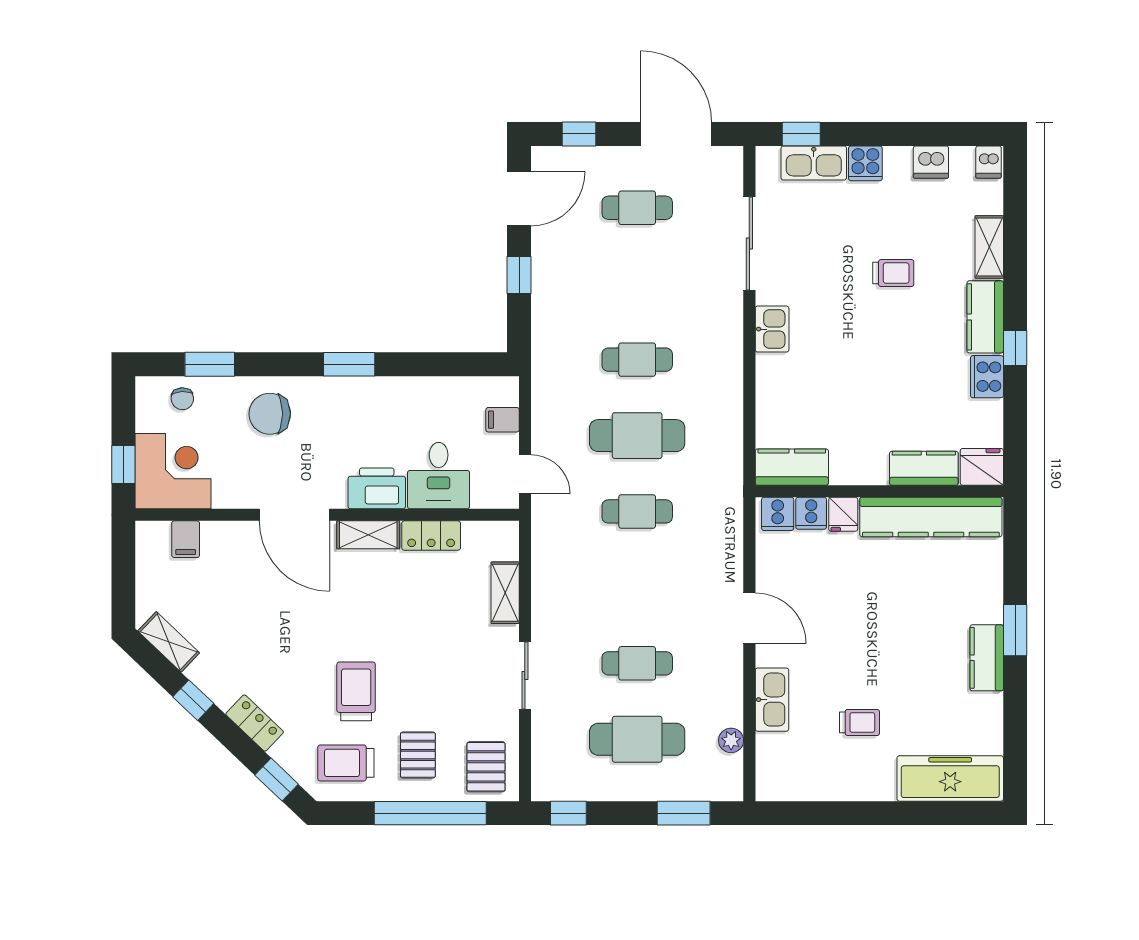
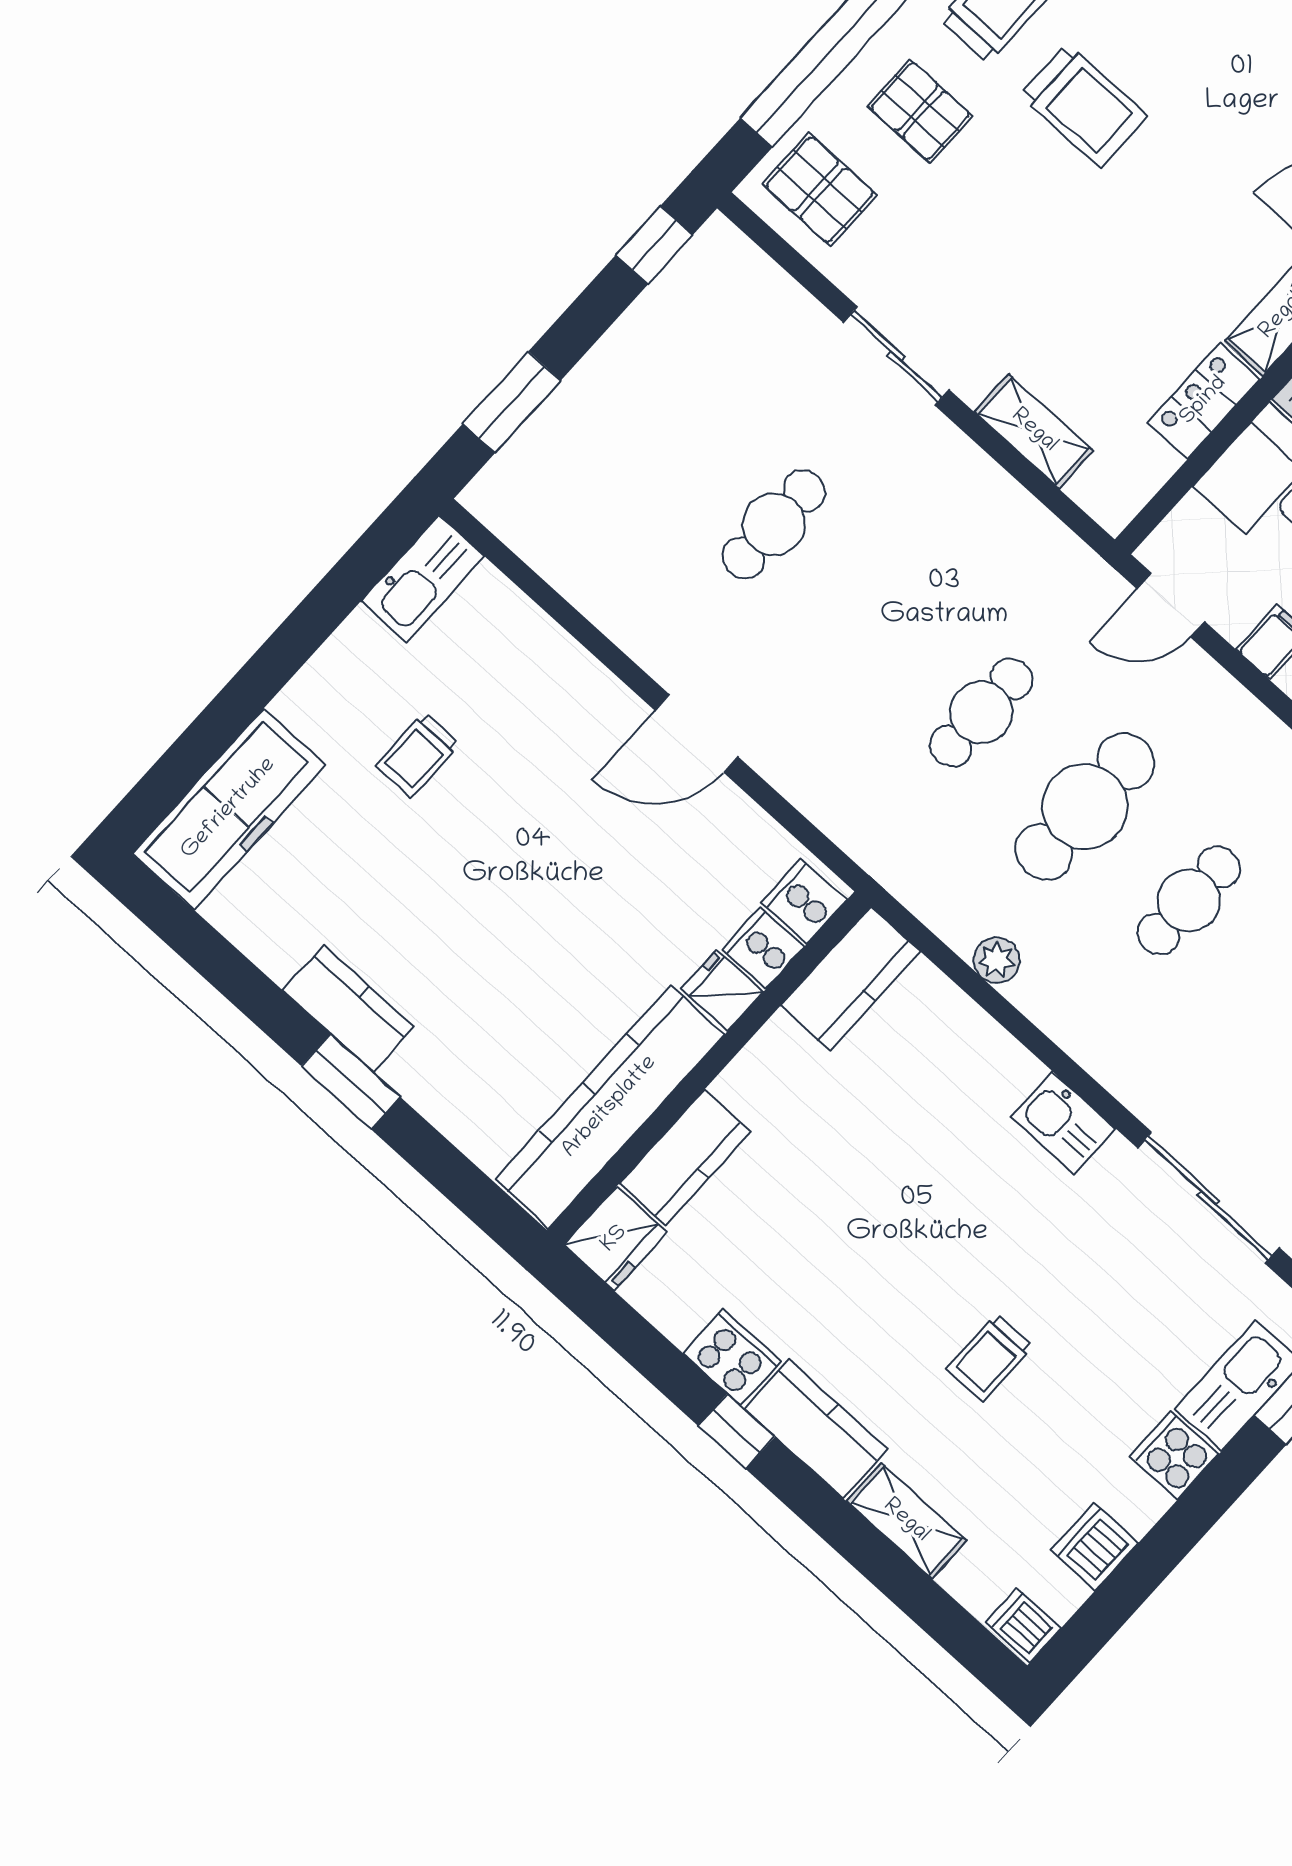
kitchen sink: (772, 700) -> (423, 579), moved, turned -90
cafe table: (637, 739) -> (670, 430), removed
plant: (731, 740) -> (997, 960), moved

